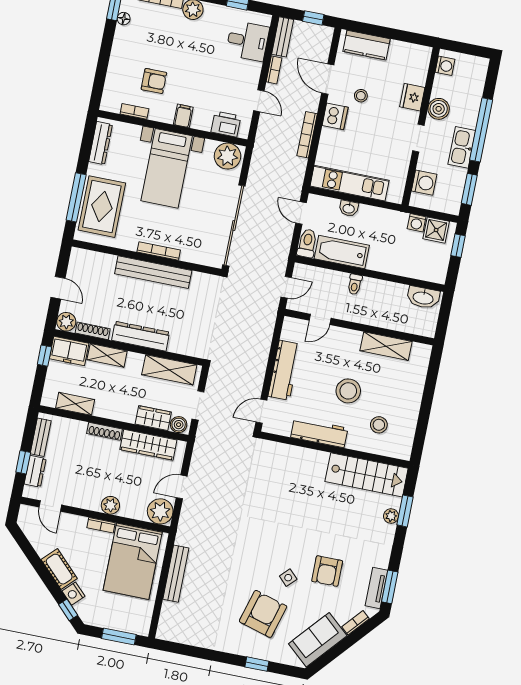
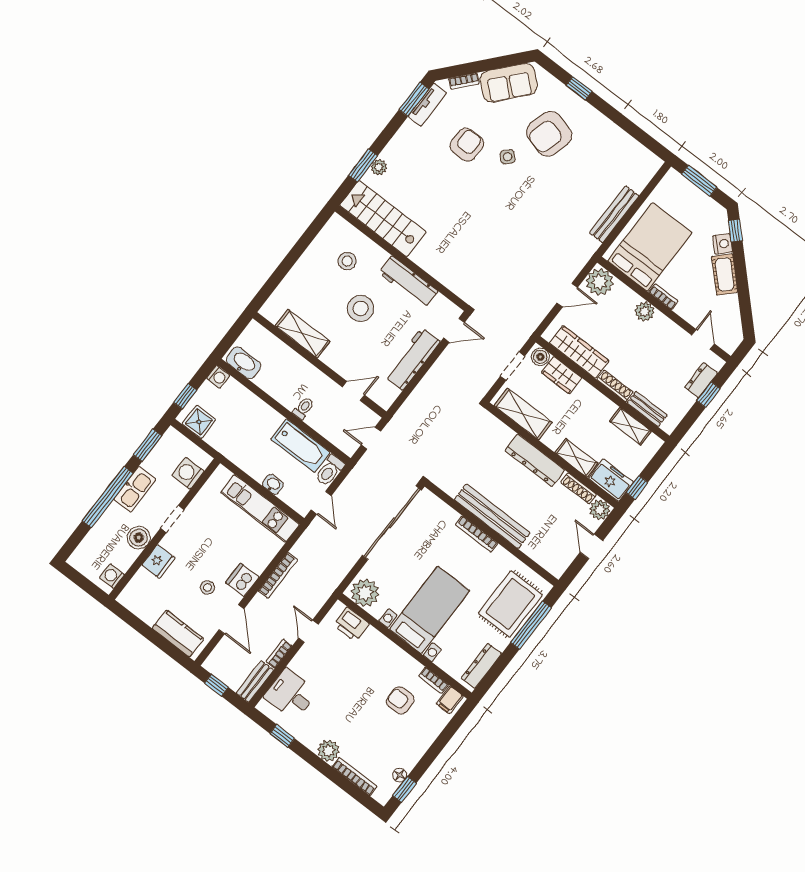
filing cabinet: (183, 116) -> (450, 700), moved
washing machine: (417, 223) -> (218, 377), moved, turned 90
bench: (41, 437) -> (647, 409), moved, turned 90

